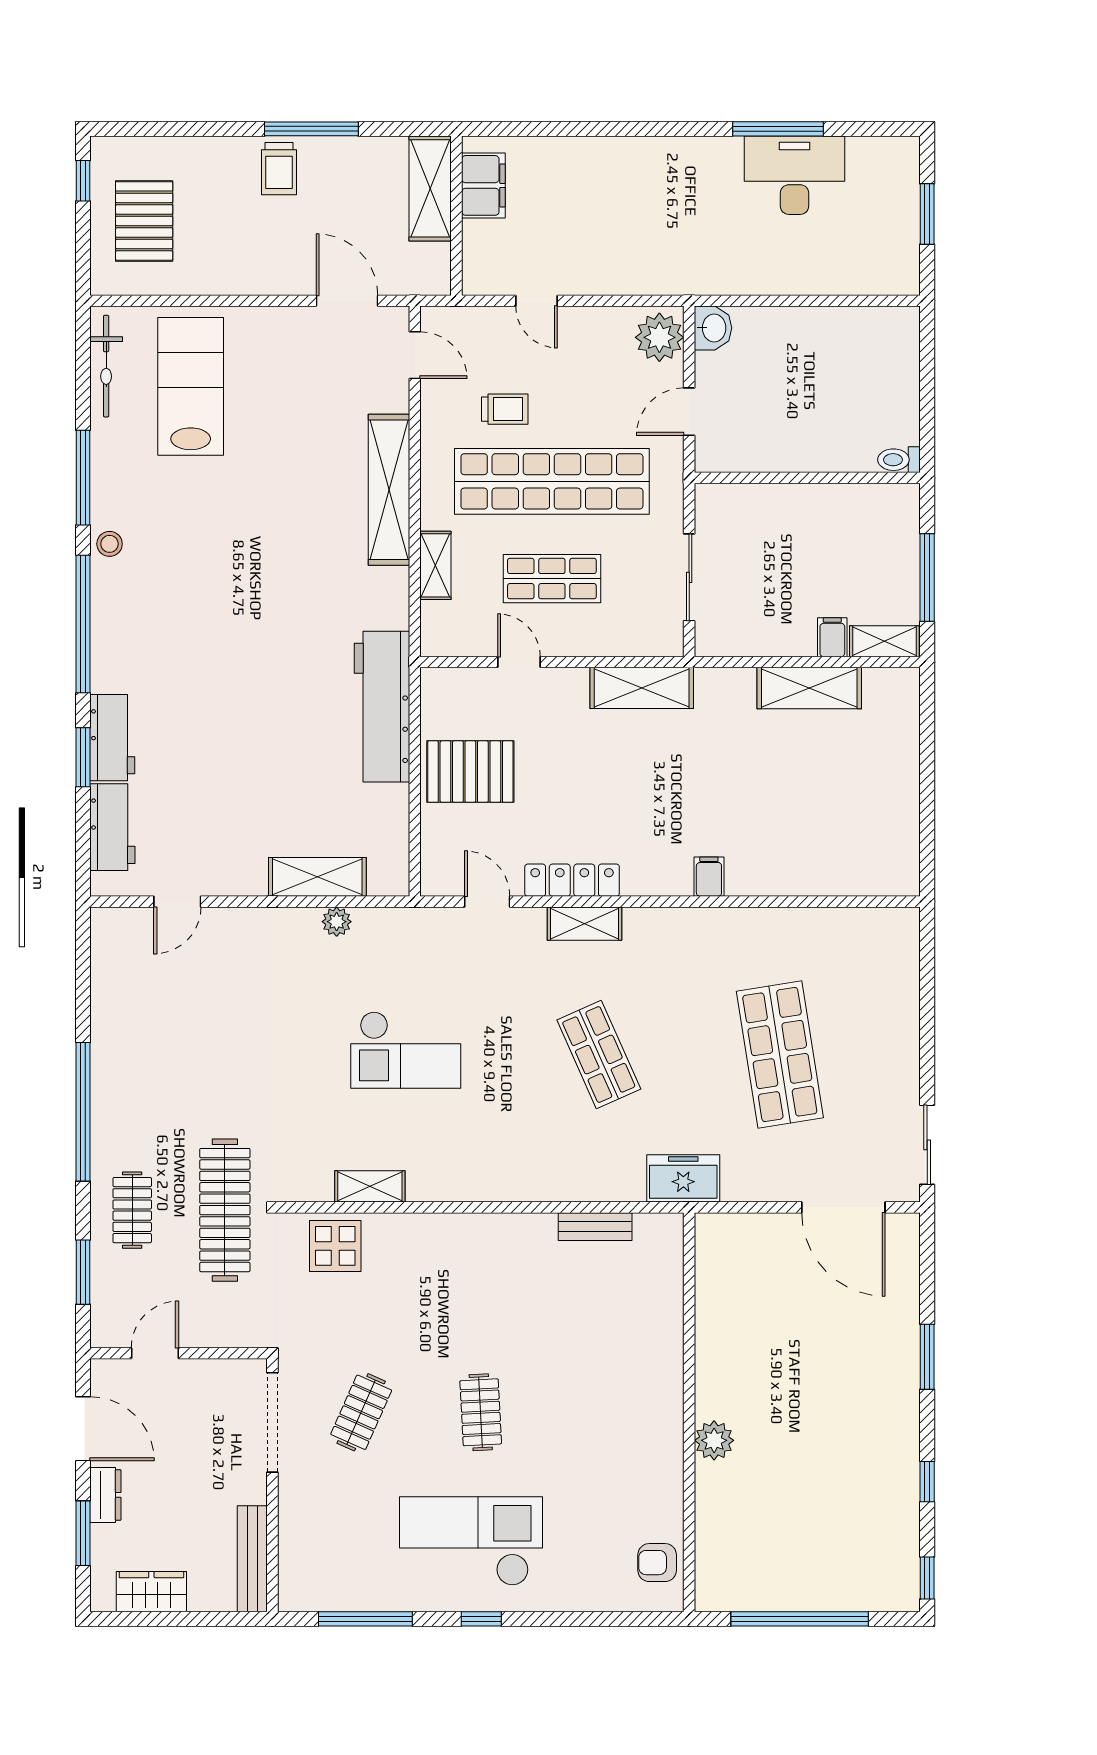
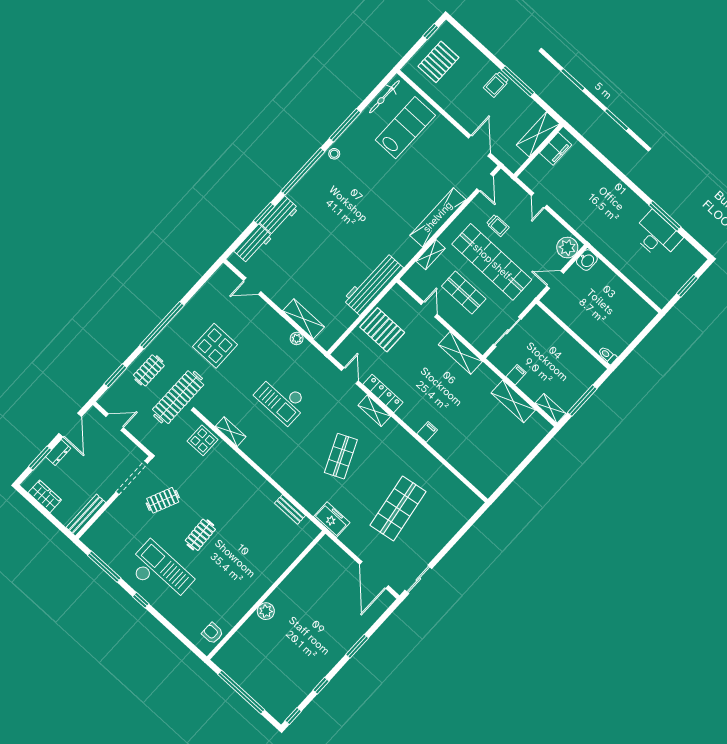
filing cabinet: (832, 637) -> (516, 375), moved
display table: (207, 1063) -> (215, 346), added

